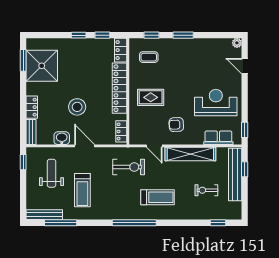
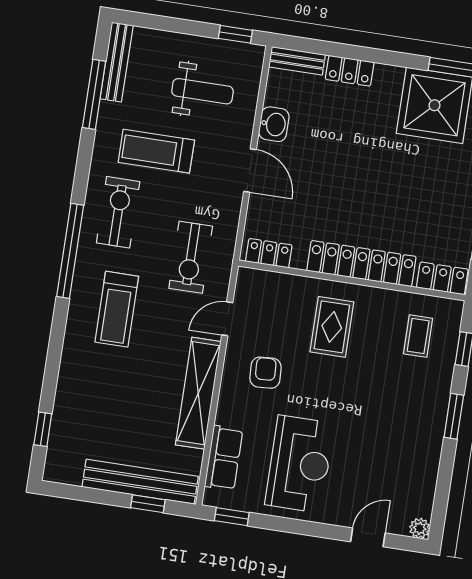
stool: (77, 107) -> (335, 167), removed
door: (85, 146) -> (250, 171), hinge flipped
exercise bike: (206, 190) -> (118, 212), moved, width x1.38, depth x1.39

